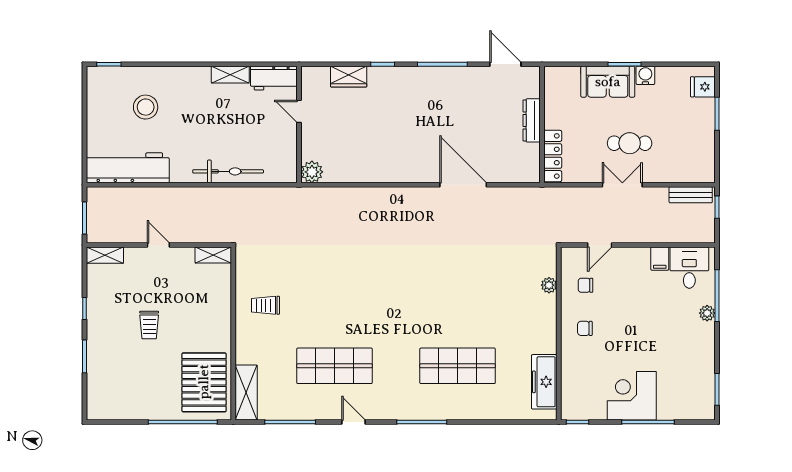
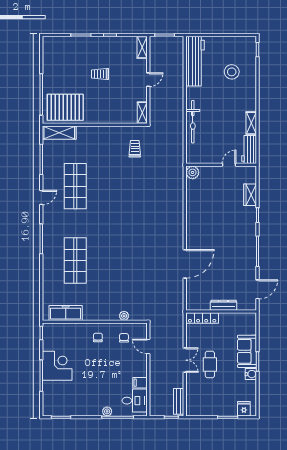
trolley: (265, 305) -> (135, 149), moved

